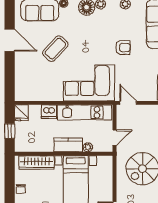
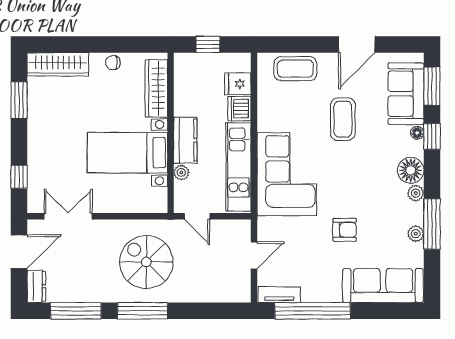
armchair: (123, 47) -> (345, 230), turned -90
coffee table: (55, 49) -> (343, 119), turned 47
coffee table: (24, 78) -> (295, 69), added
door: (128, 103) -> (254, 255), moved
fridge: (21, 113) -> (238, 84), moved

